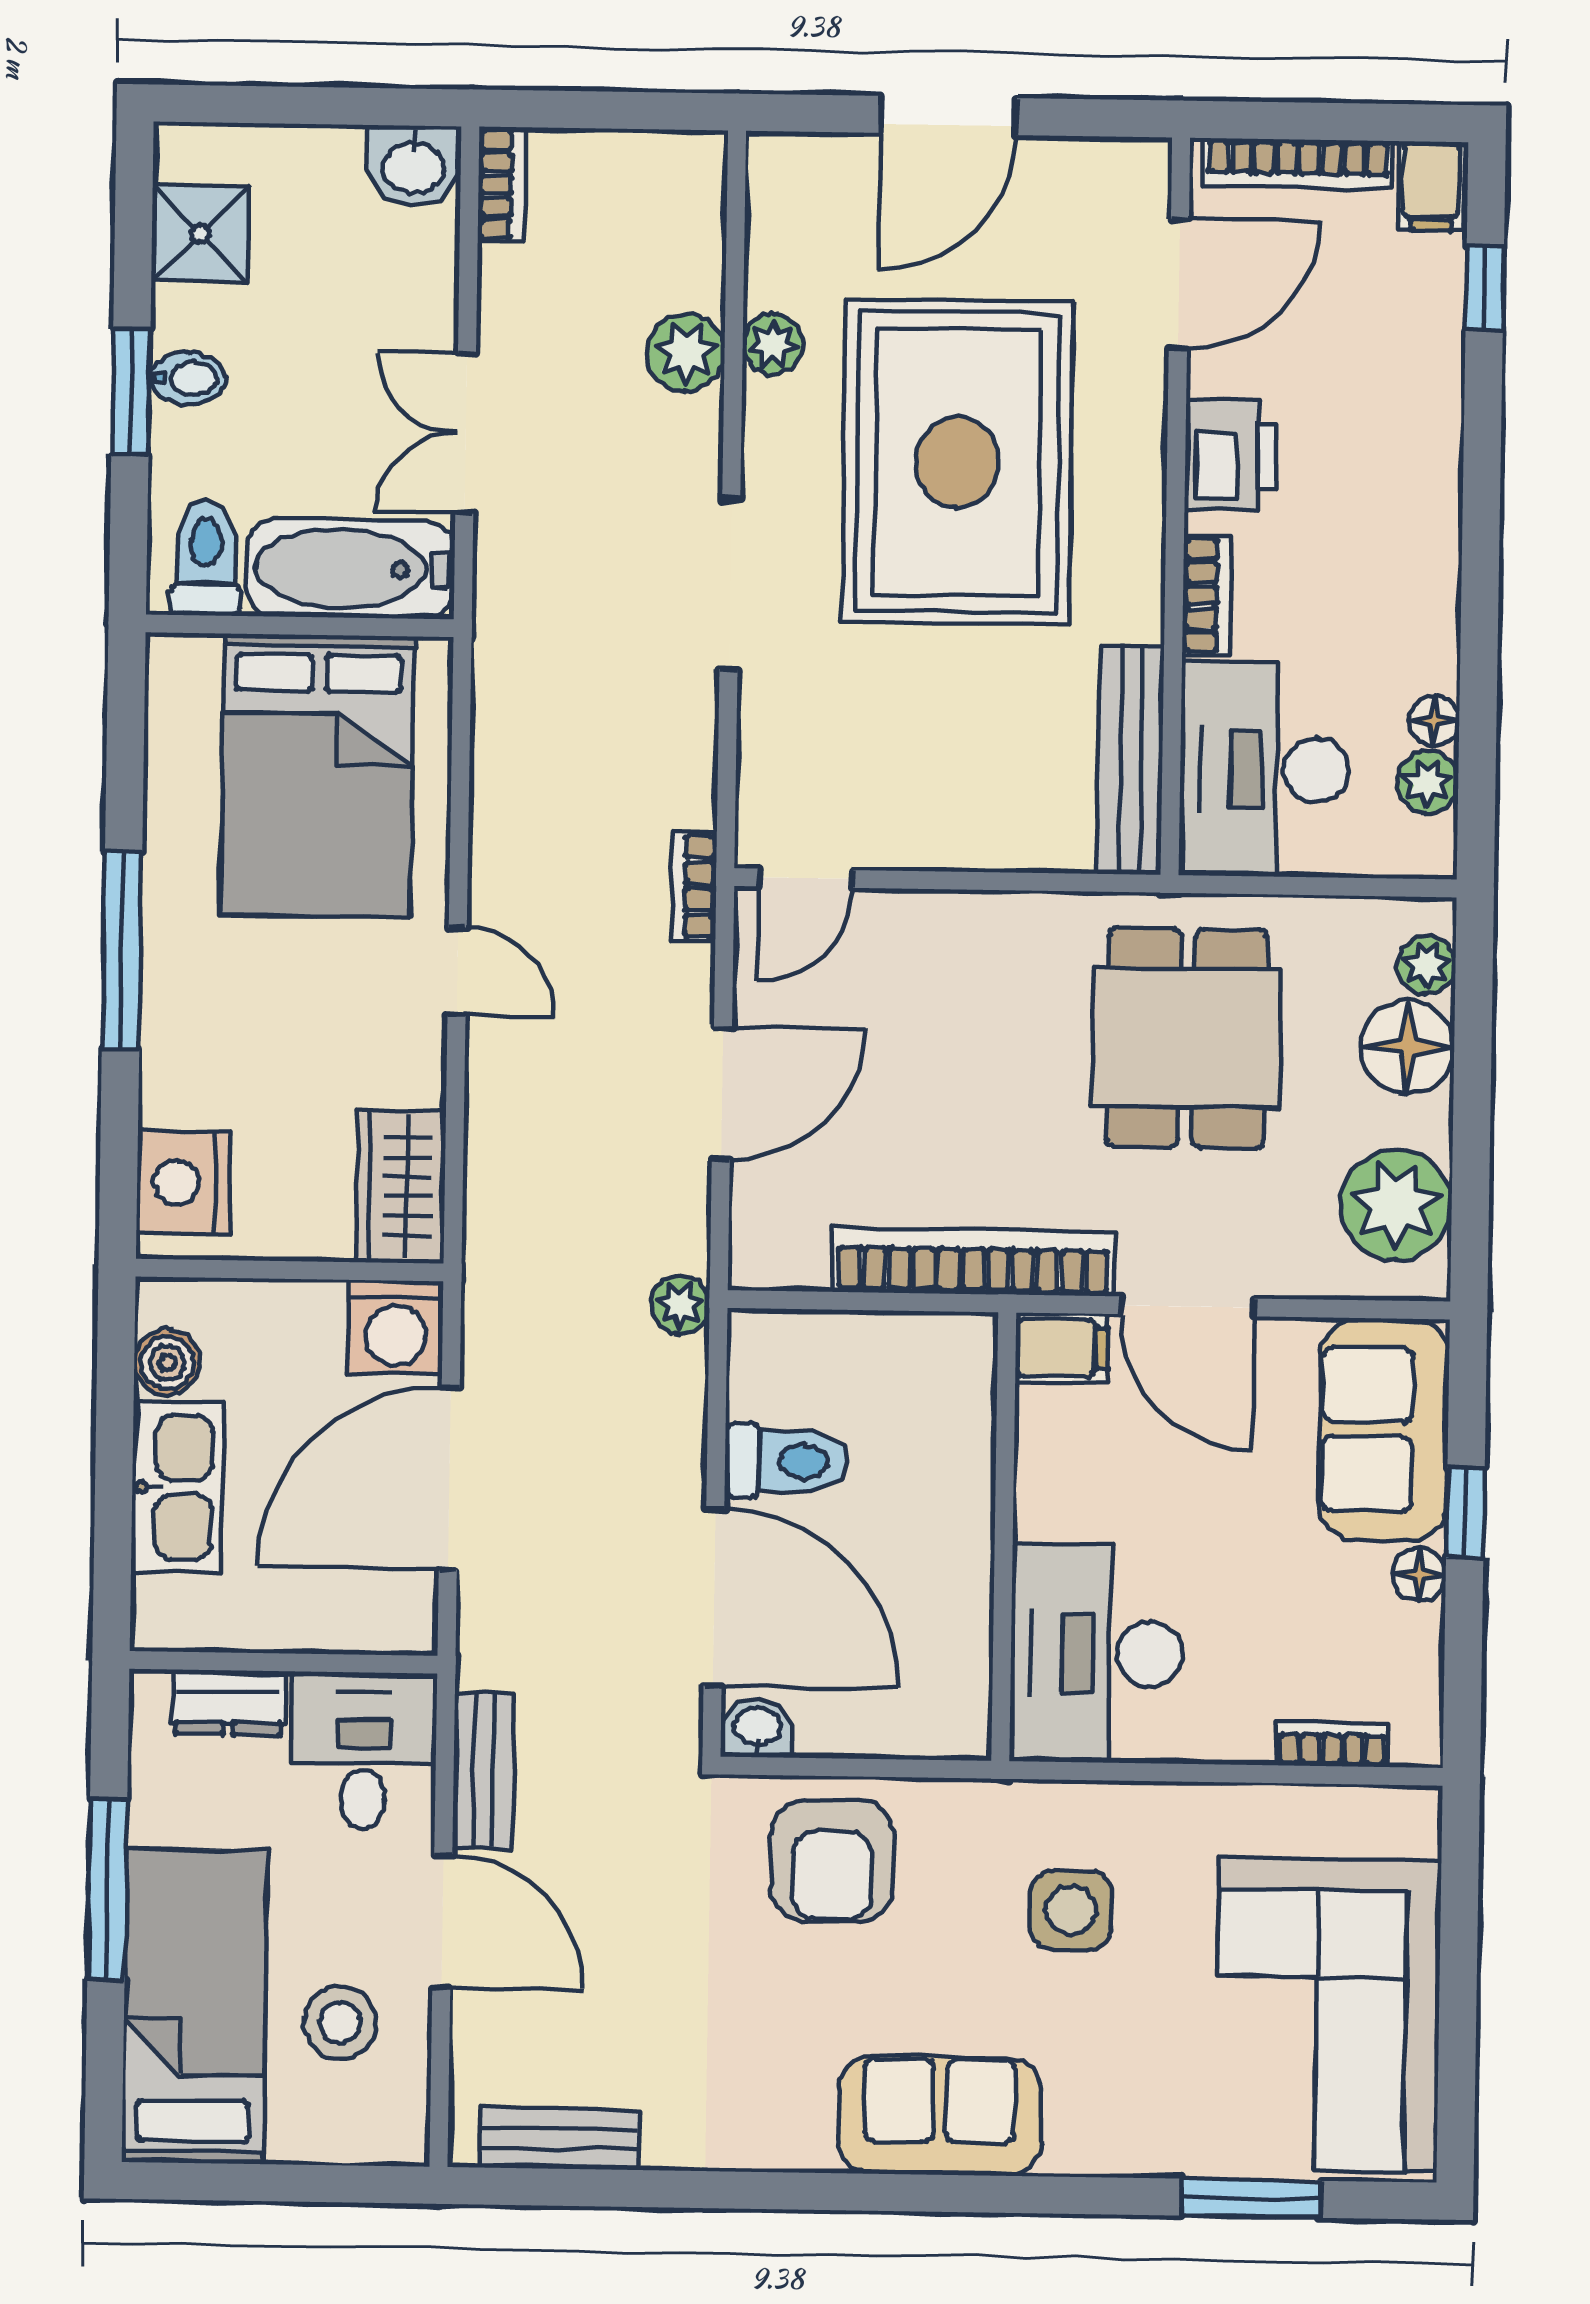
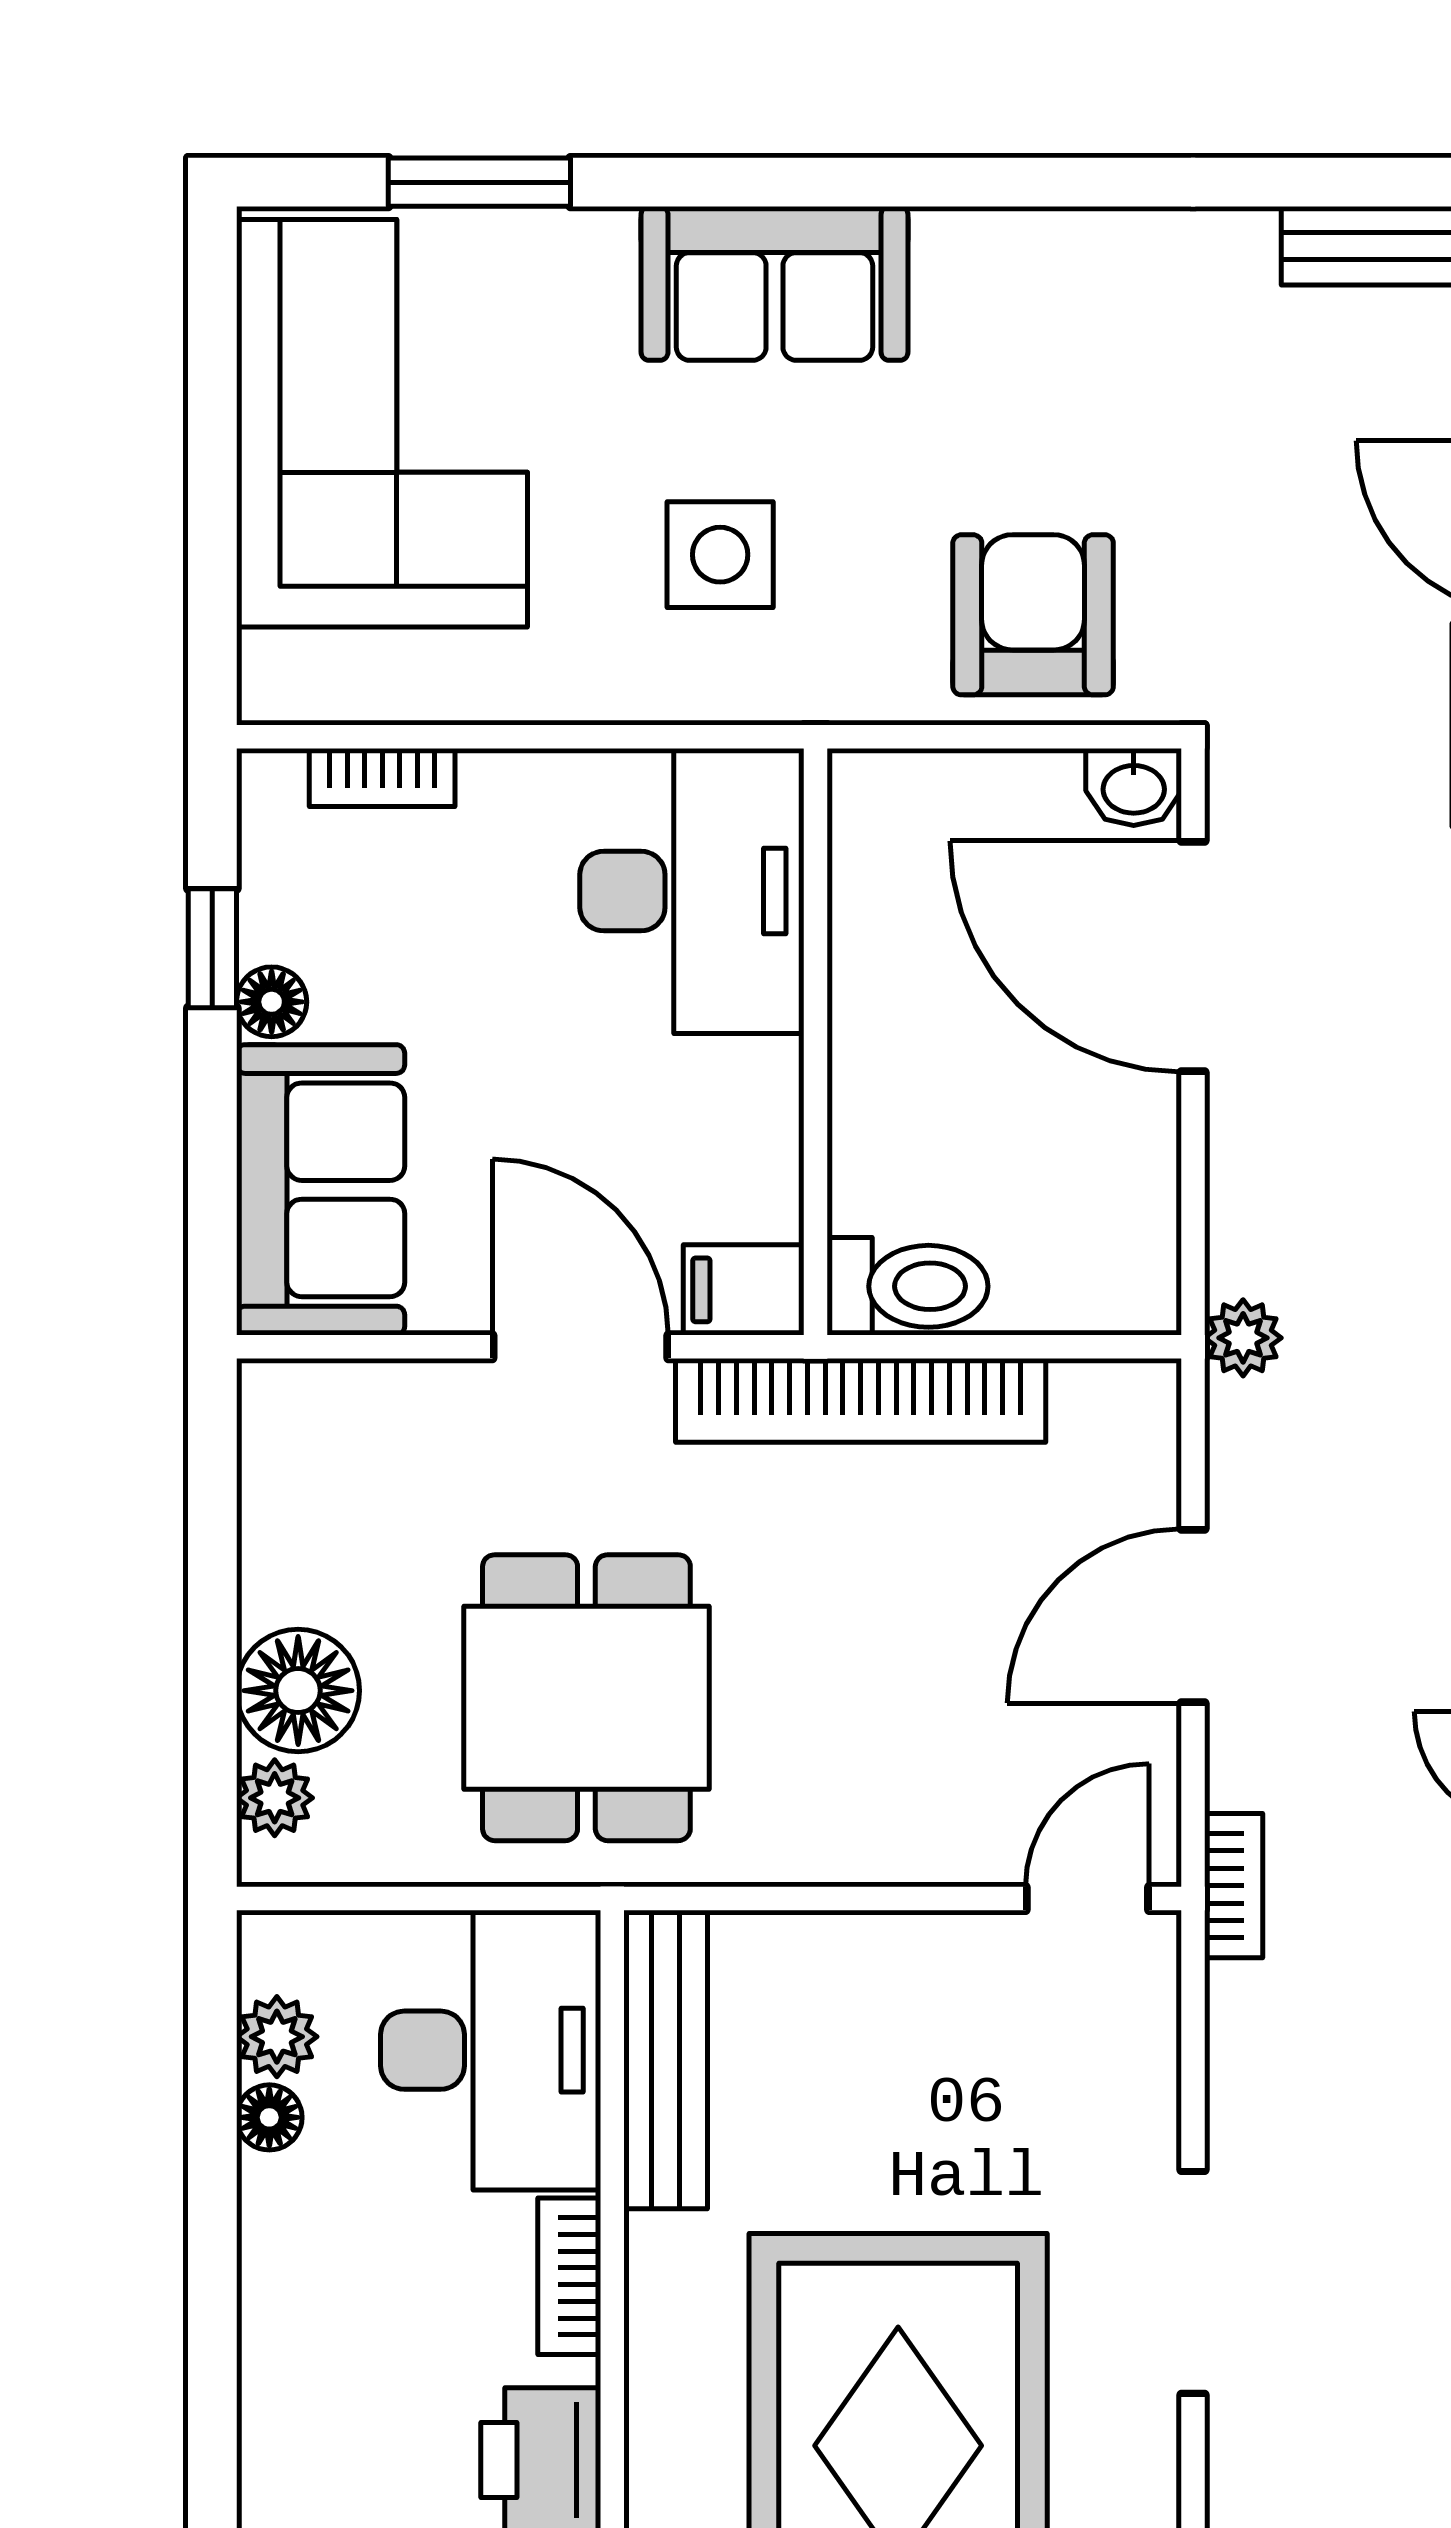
plant: (1396, 1205) -> (310, 1484), removed
toilet: (786, 1461) -> (908, 1286), moved, turned 180
window: (1465, 1513) -> (212, 948), moved
sofa: (940, 2116) -> (775, 283), moved

